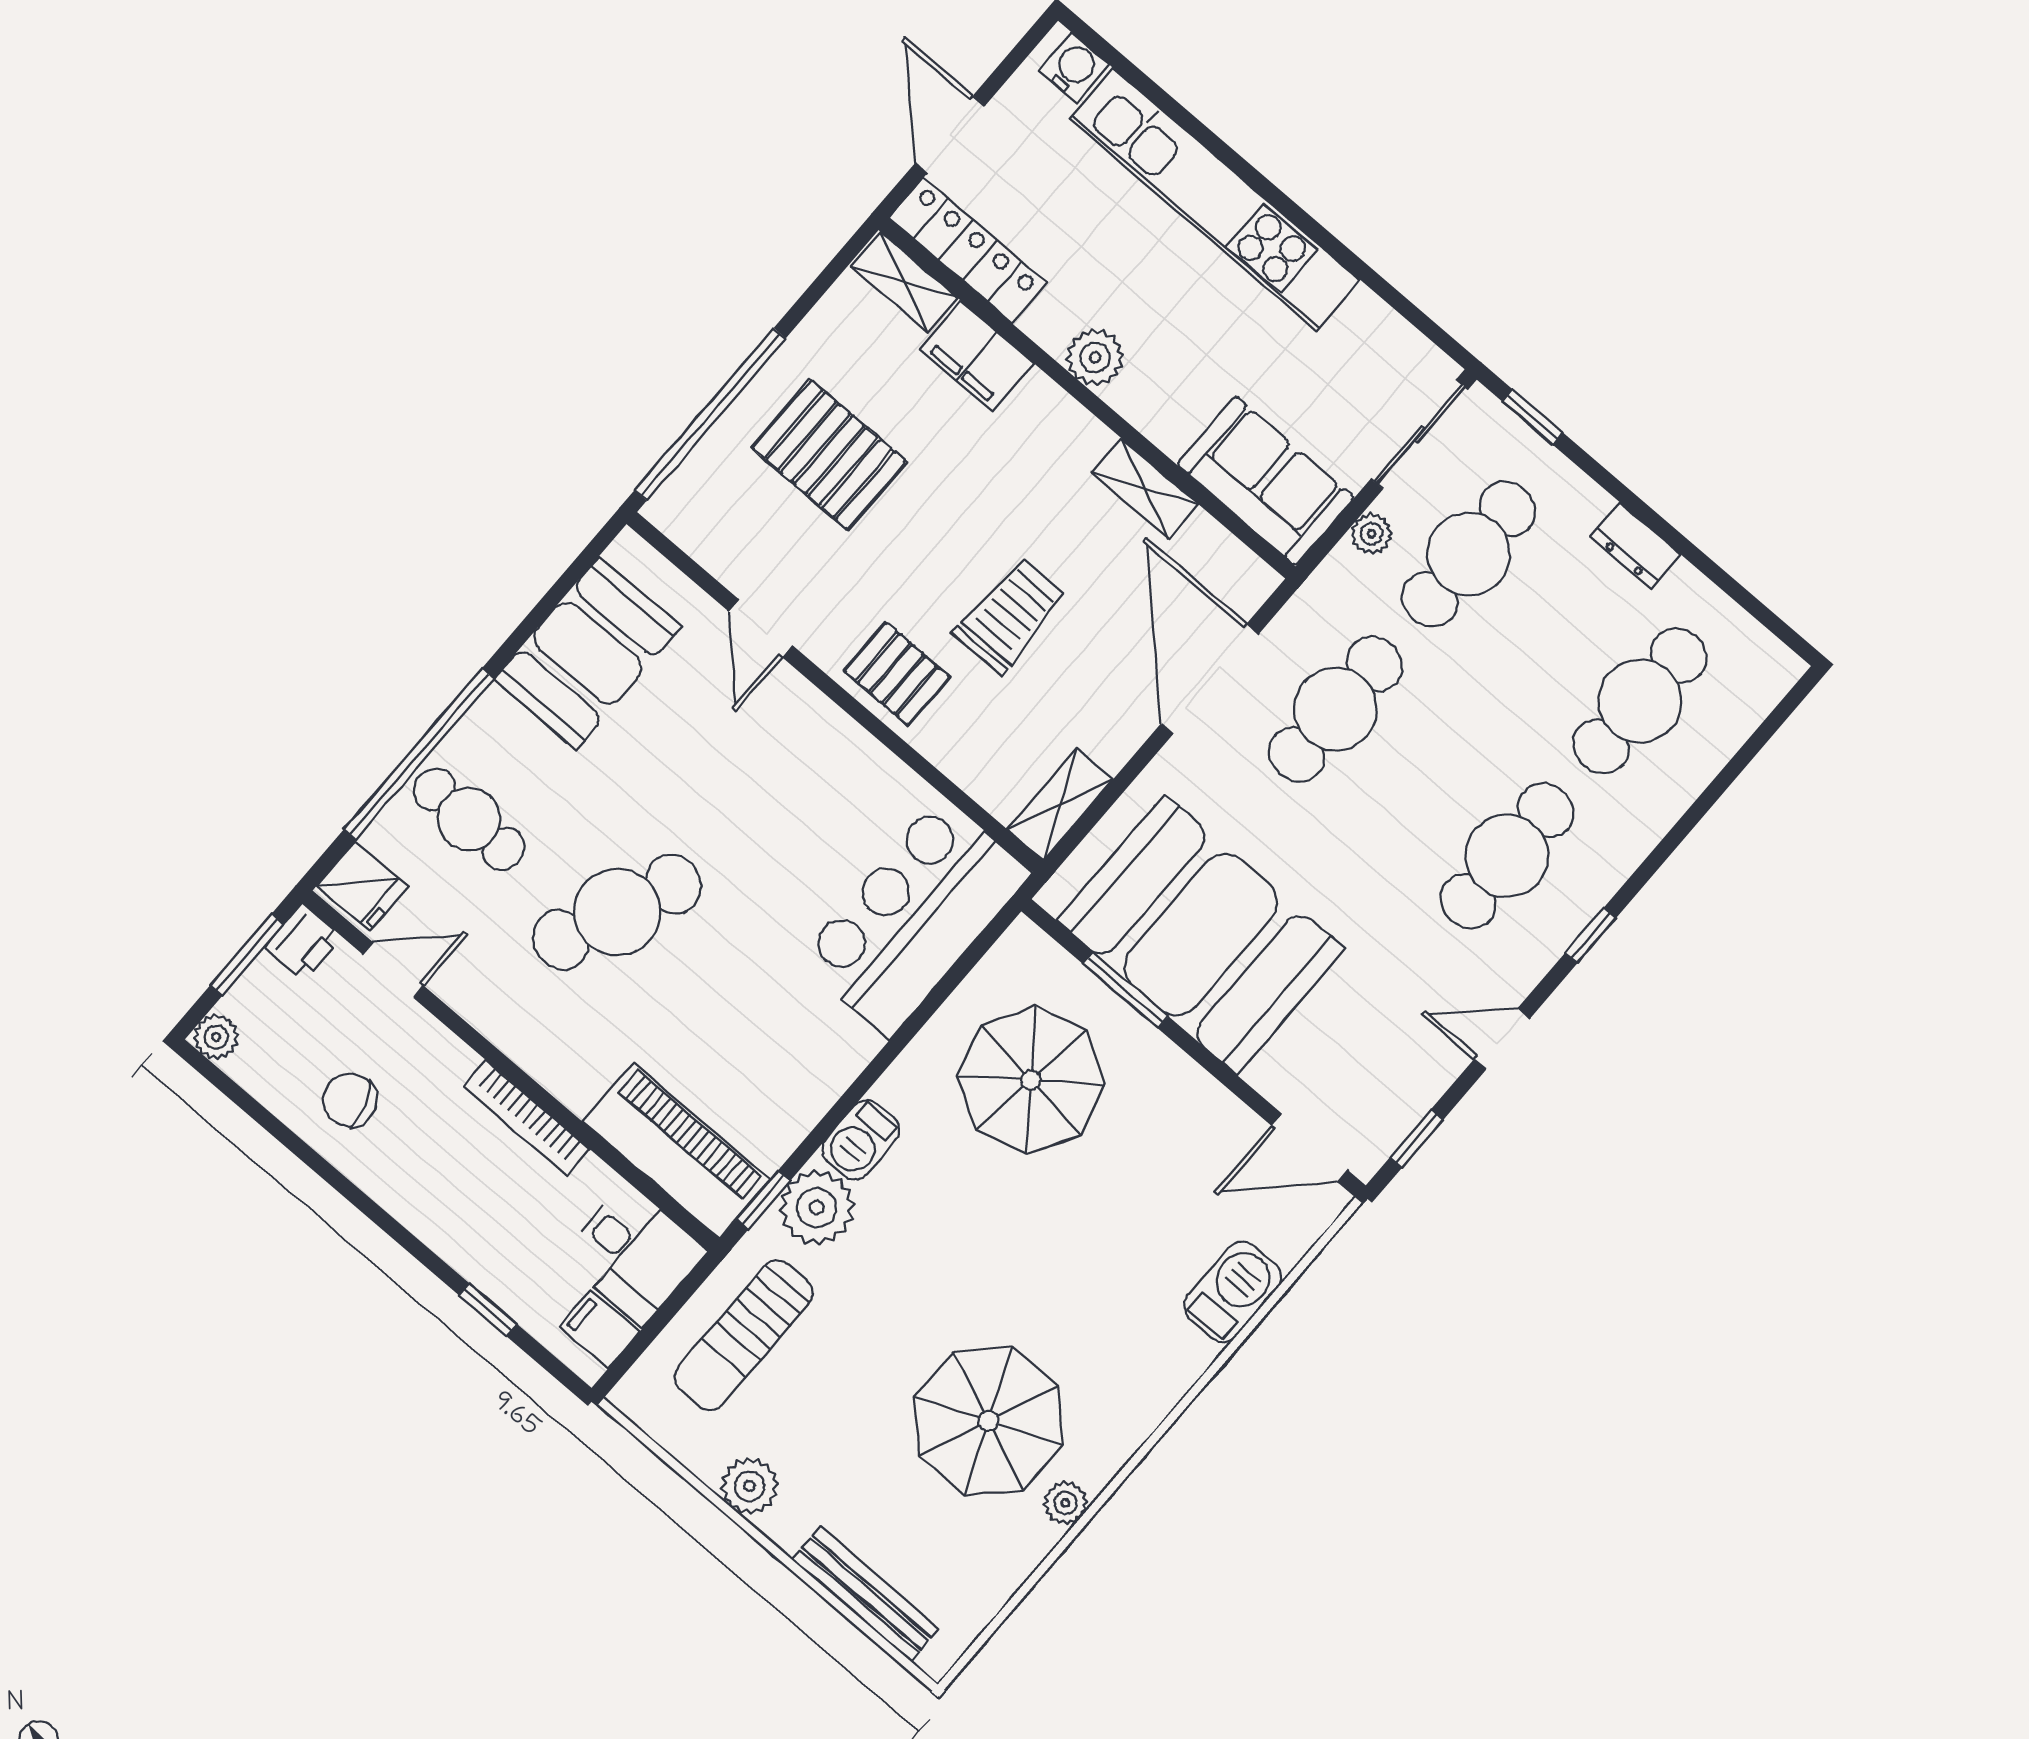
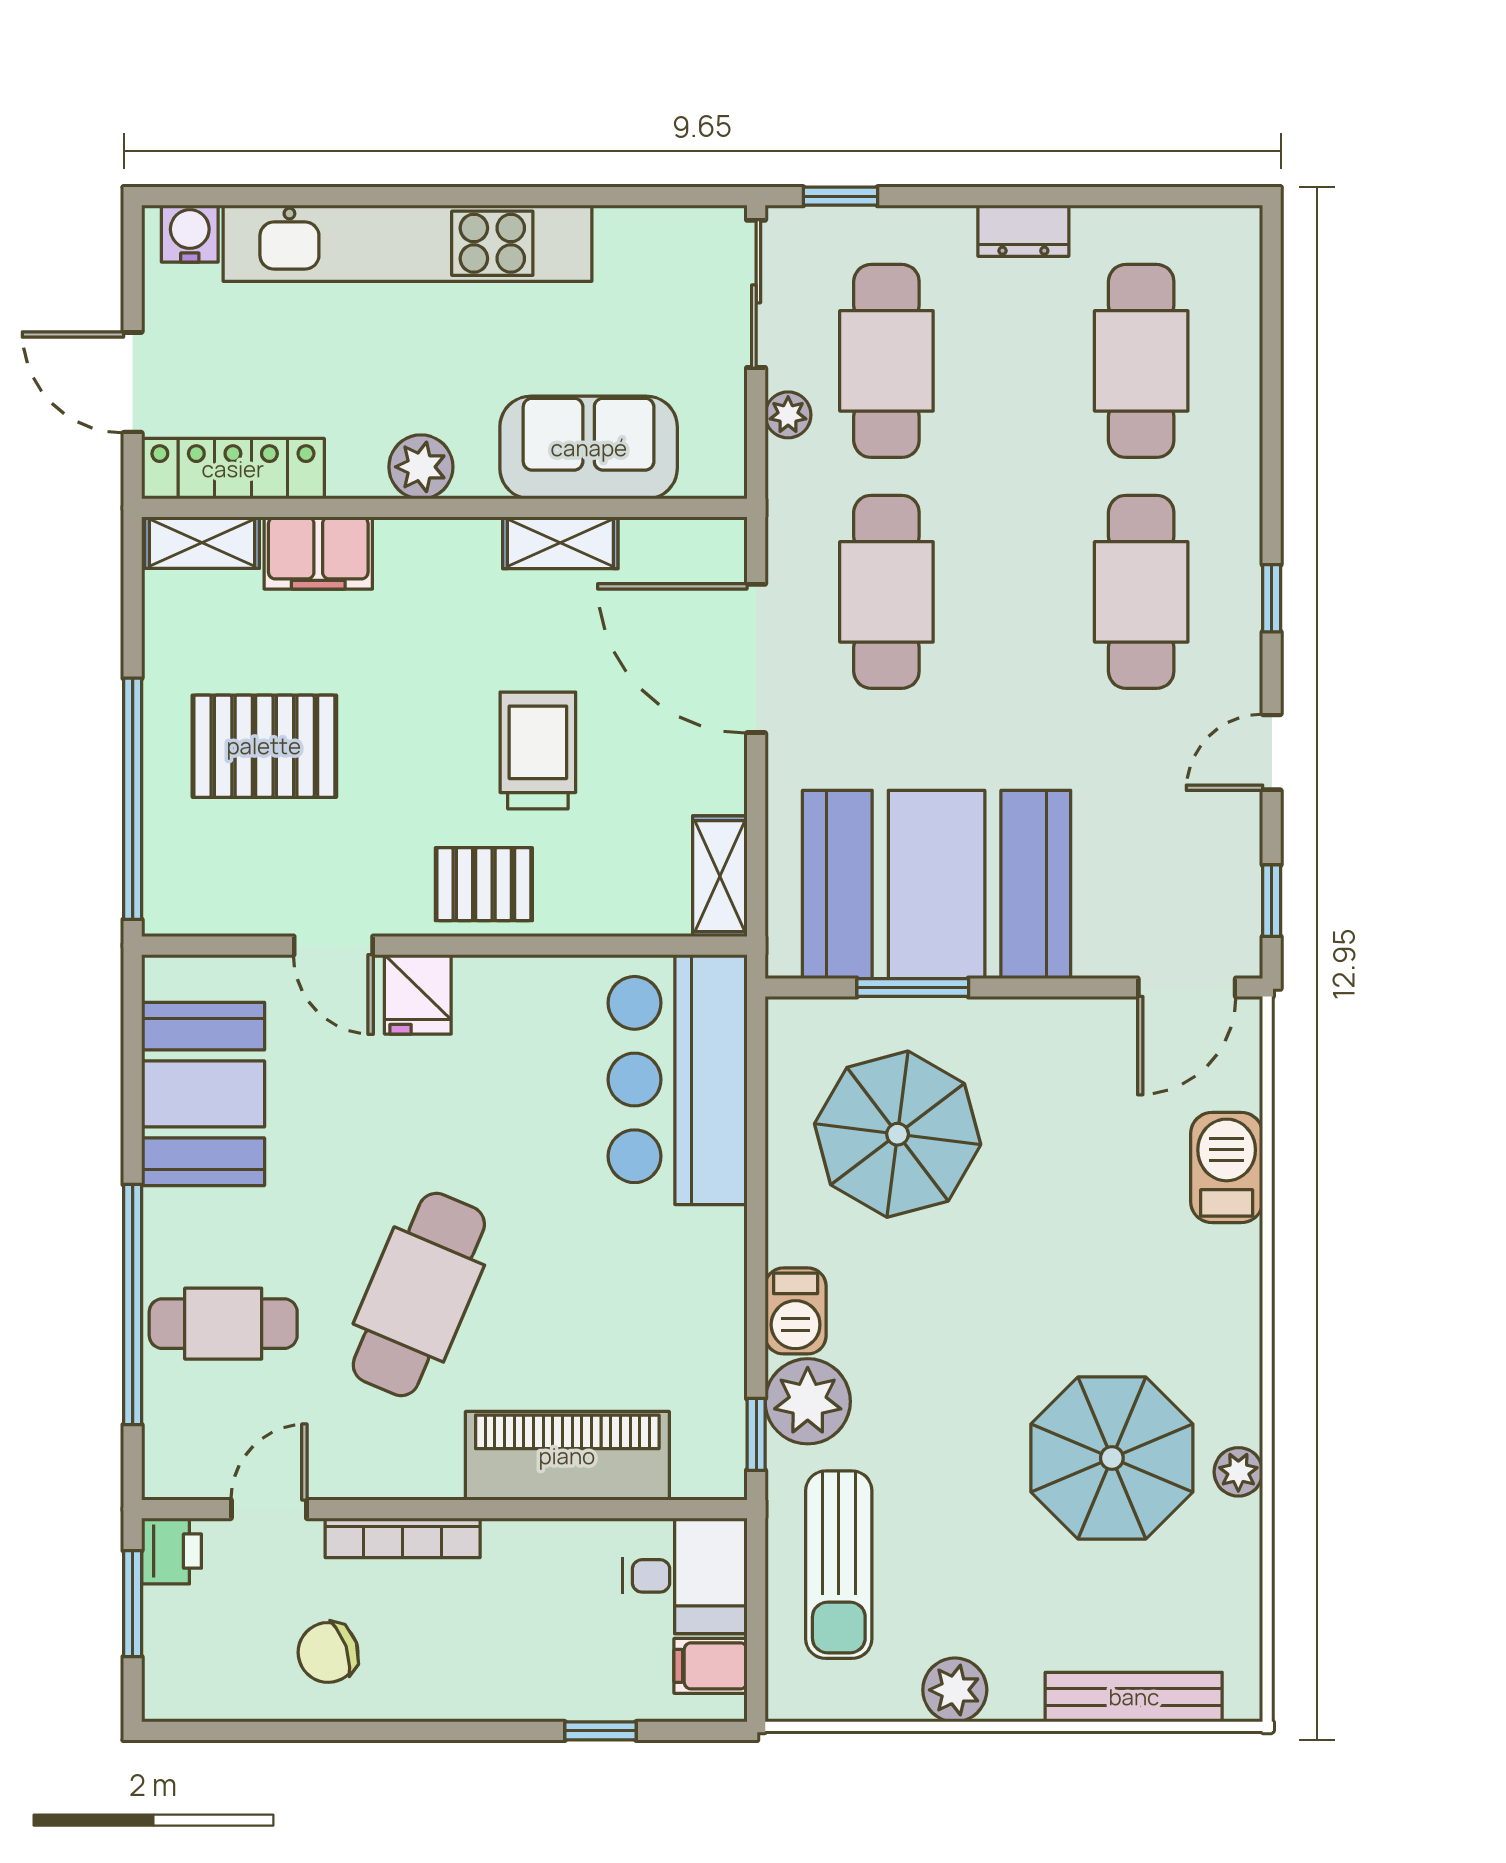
sofa: (1266, 481) -> (589, 448), moved
fridge: (363, 886) -> (418, 994), moved, turned 90
plant: (216, 1037) -> (167, 1697), removed
bookcase: (526, 1118) -> (403, 1538), moved
piano: (676, 1151) -> (567, 1456), moved

